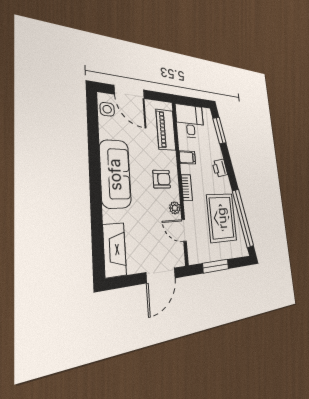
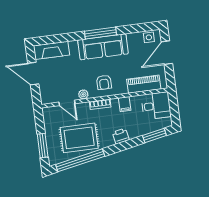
window: (95, 174) -> (100, 33), added
door: (184, 230) -> (67, 103), swing flipped
window: (216, 266) -> (43, 146), moved
door: (161, 275) -> (33, 74), moved

